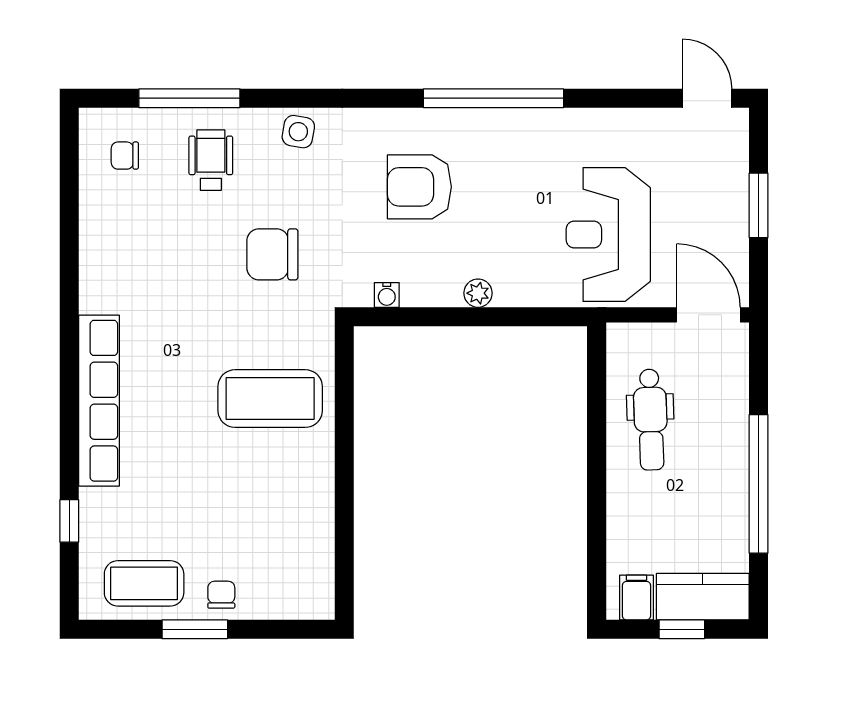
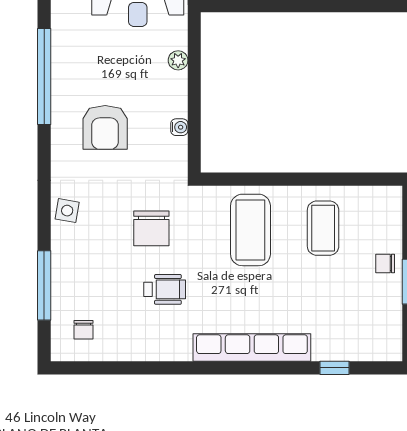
wheelchair: (211, 160) -> (165, 289), moved, turned 180
plant: (478, 293) -> (178, 60), moved
water cooler: (387, 295) -> (179, 127), moved
coffee table: (144, 583) -> (323, 228), moved

